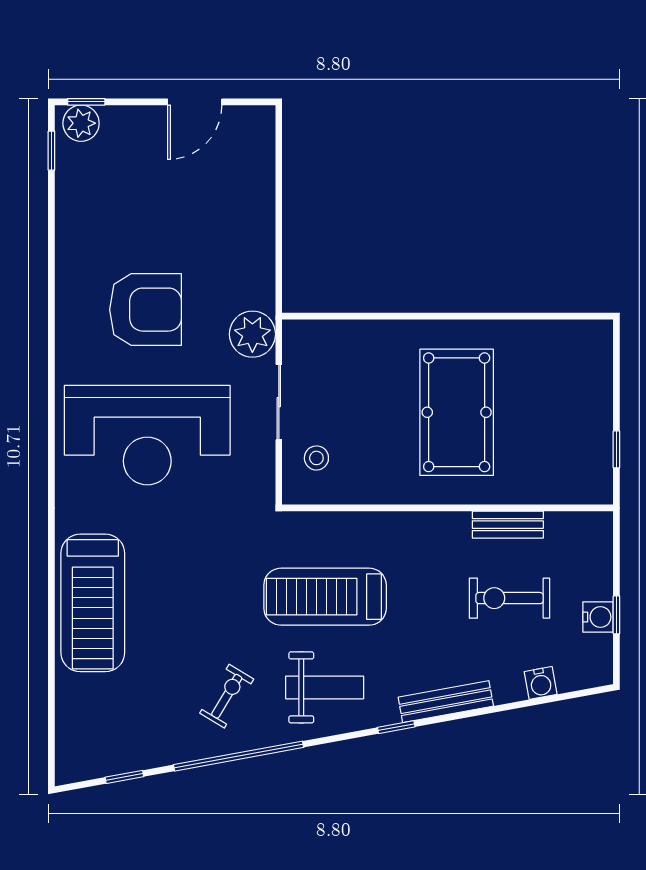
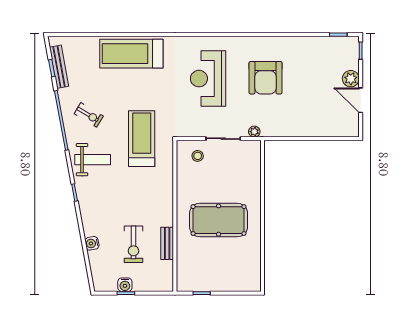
plant: (81, 123) -> (351, 79), moved
plant: (252, 334) -> (254, 132), width x0.53, depth x0.53
reception desk: (147, 435) -> (208, 79), width x0.74, depth x0.77
treadmill: (325, 597) -> (142, 139), moved
exercise bike: (509, 598) -> (134, 244), turned 180
water cooler: (541, 683) -> (92, 243), moved
weight bench: (325, 687) -> (93, 160), turned -90
bench: (446, 702) -> (59, 67), moved

